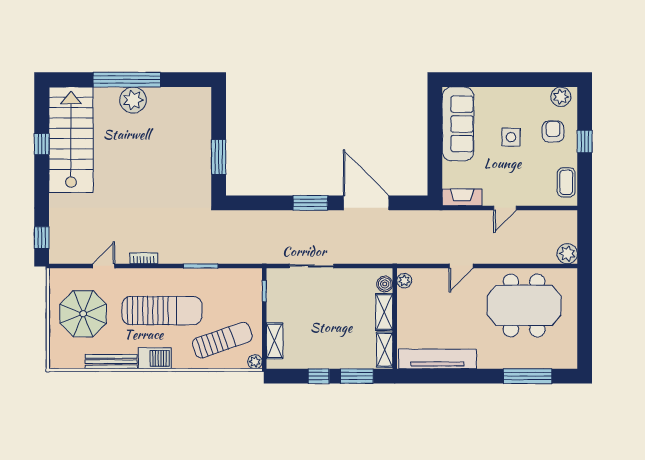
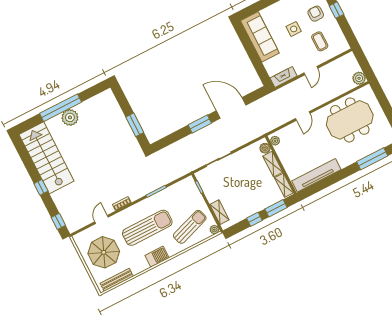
window: (42, 144) -> (41, 187), moved
coffee table: (566, 182) -> (320, 41), moved
bench: (111, 362) -> (117, 280), moved

